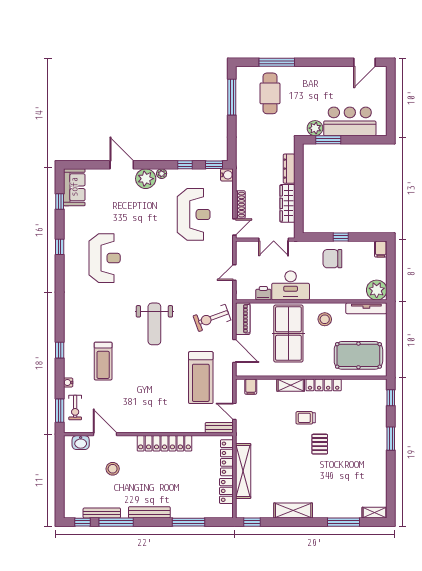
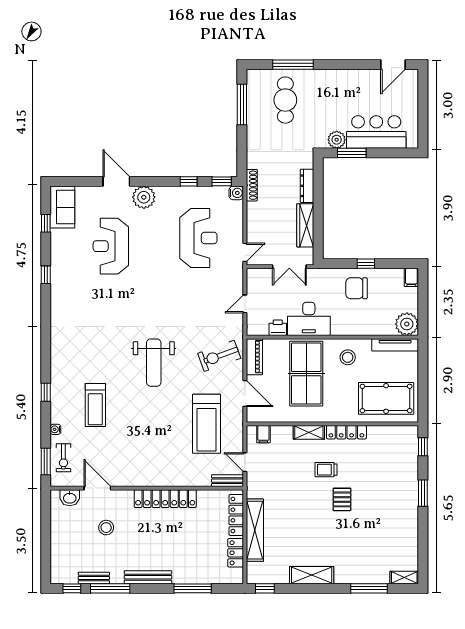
plant: (162, 174) -> (162, 192), removed
shoe rack: (240, 205) -> (252, 185), moved
reception desk: (105, 258) -> (111, 246), moved, turned 180
bench: (102, 513) -> (94, 578), width x0.73

